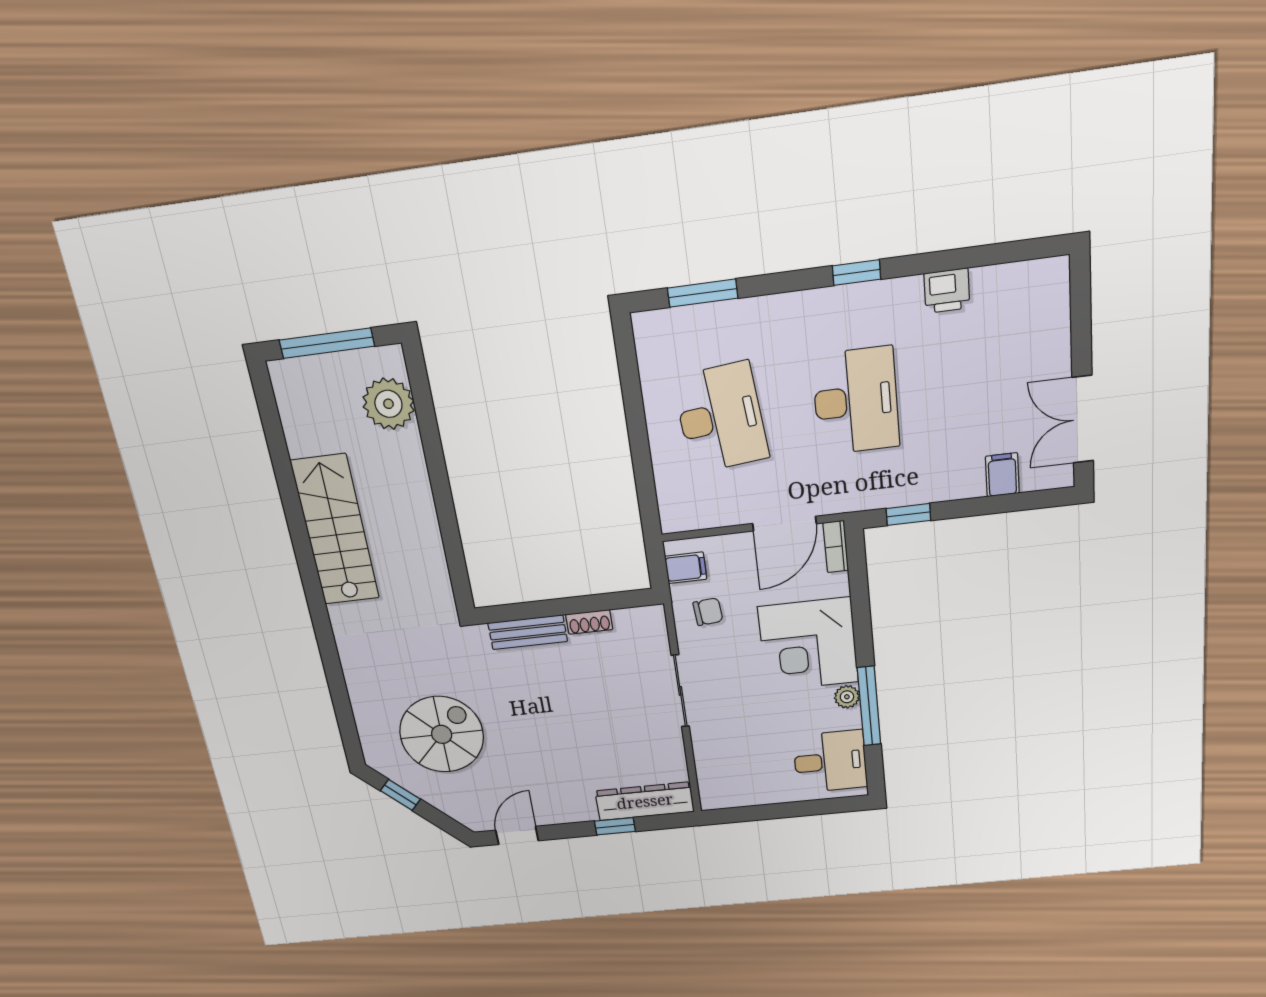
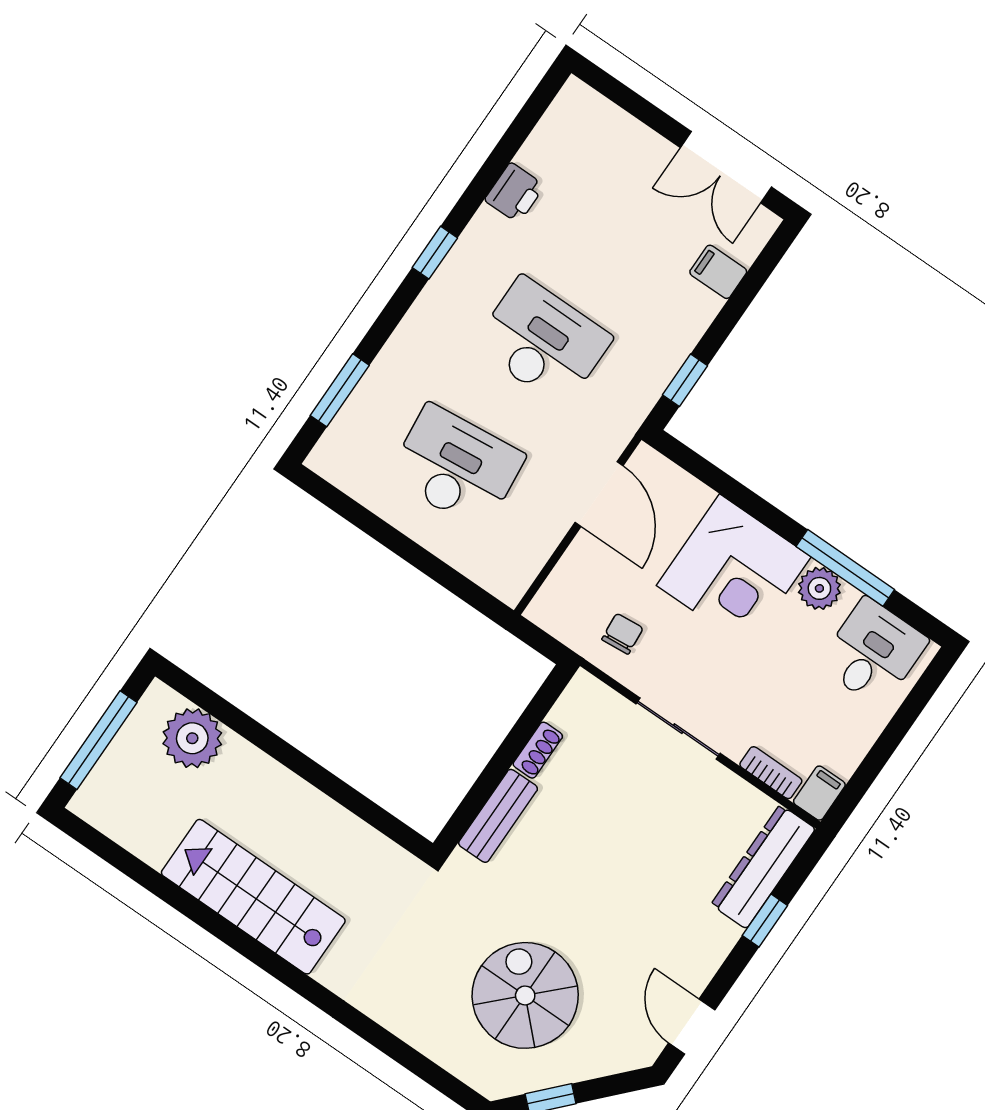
bookcase: (836, 547) -> (771, 773), moved, turned 180
filing cabinet: (686, 568) -> (819, 793), moved
plant: (847, 697) -> (819, 588), width x1.38, depth x1.38

